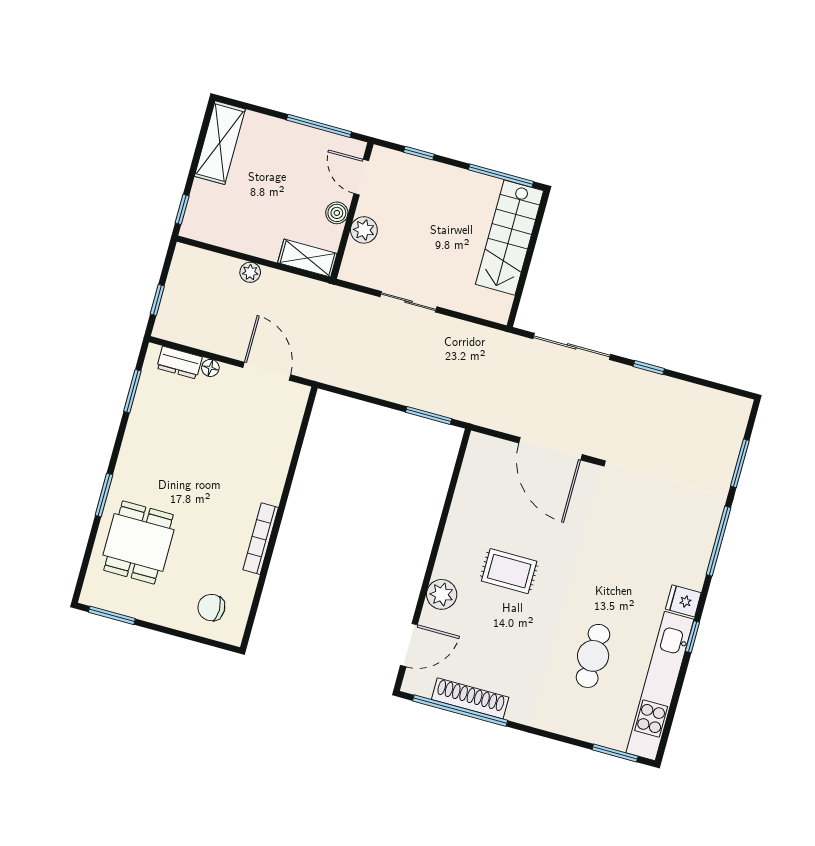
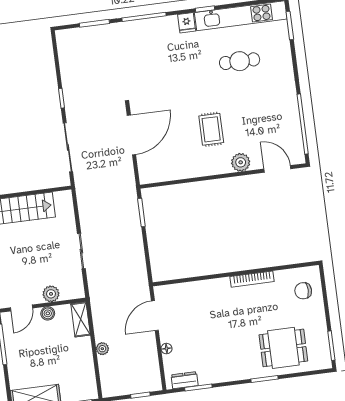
dresser: (179, 362) -> (185, 380), moved, turned -90
chair: (211, 608) -> (303, 291), turned 89
shoe rack: (470, 698) -> (293, 121), removed

